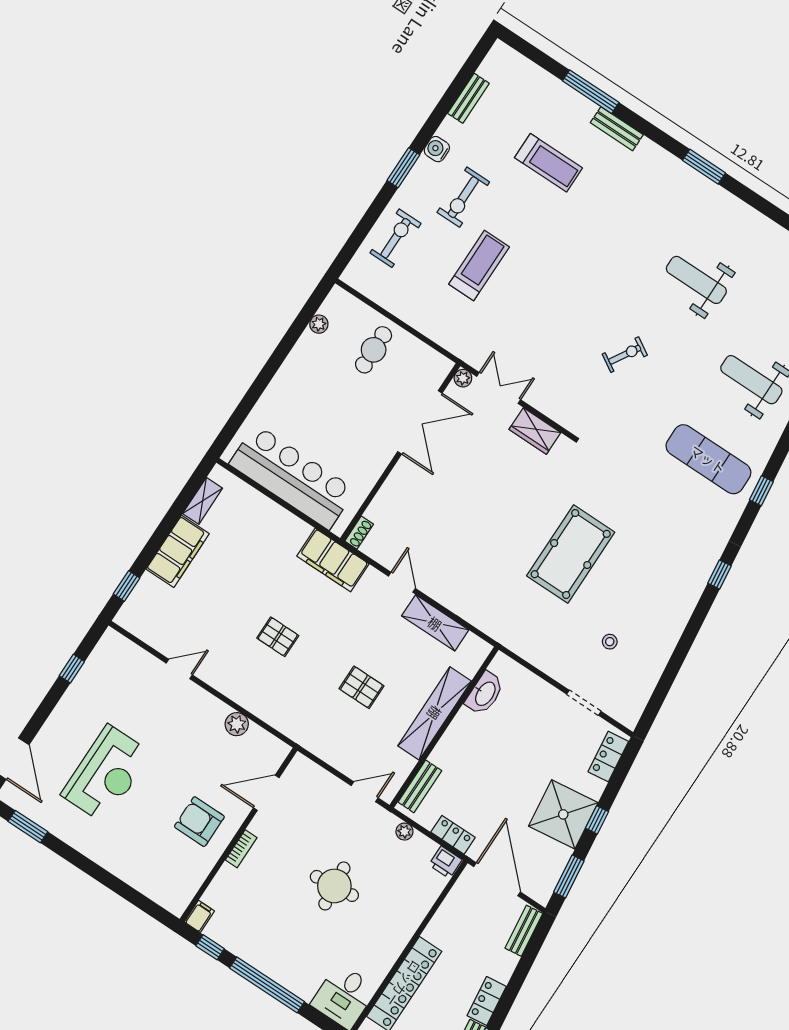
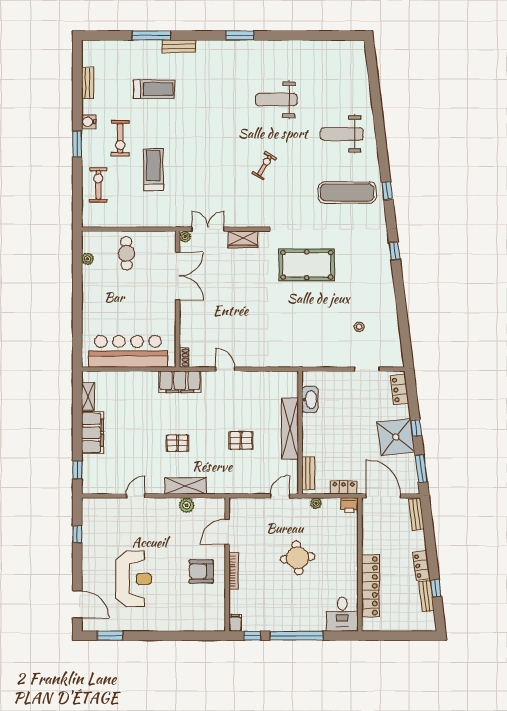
pool table: (571, 554) -> (307, 265), moved, turned 90
shelving: (435, 623) -> (186, 486), moved
bookcase: (241, 849) -> (234, 571), width x1.56

